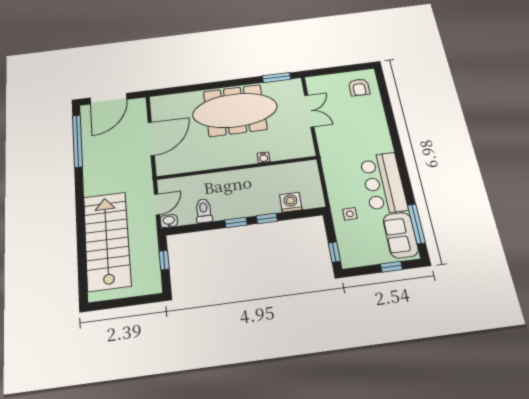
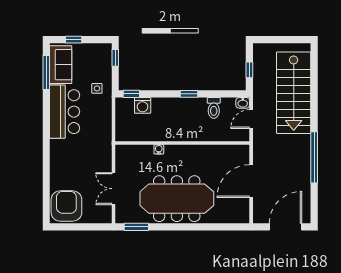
armchair: (359, 87) -> (66, 206), width x1.88, depth x1.88
window: (77, 141) -> (314, 157), moved
window: (267, 218) -> (131, 94), moved

